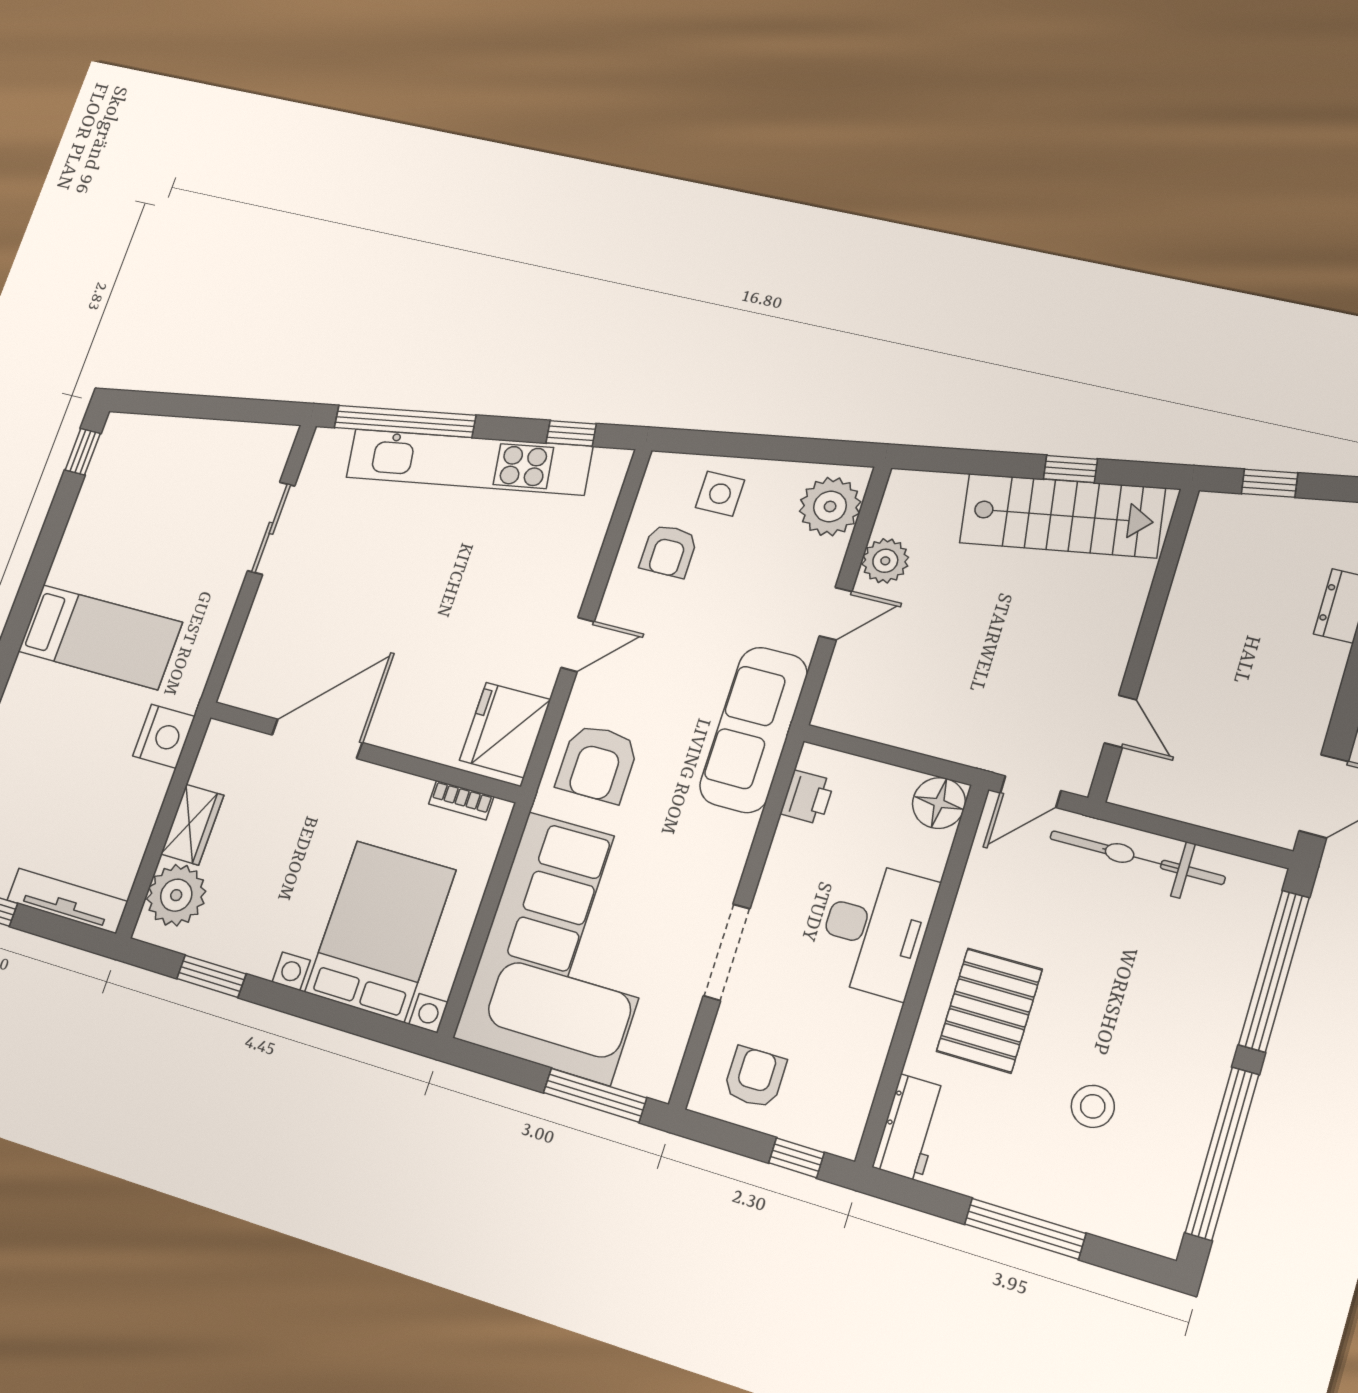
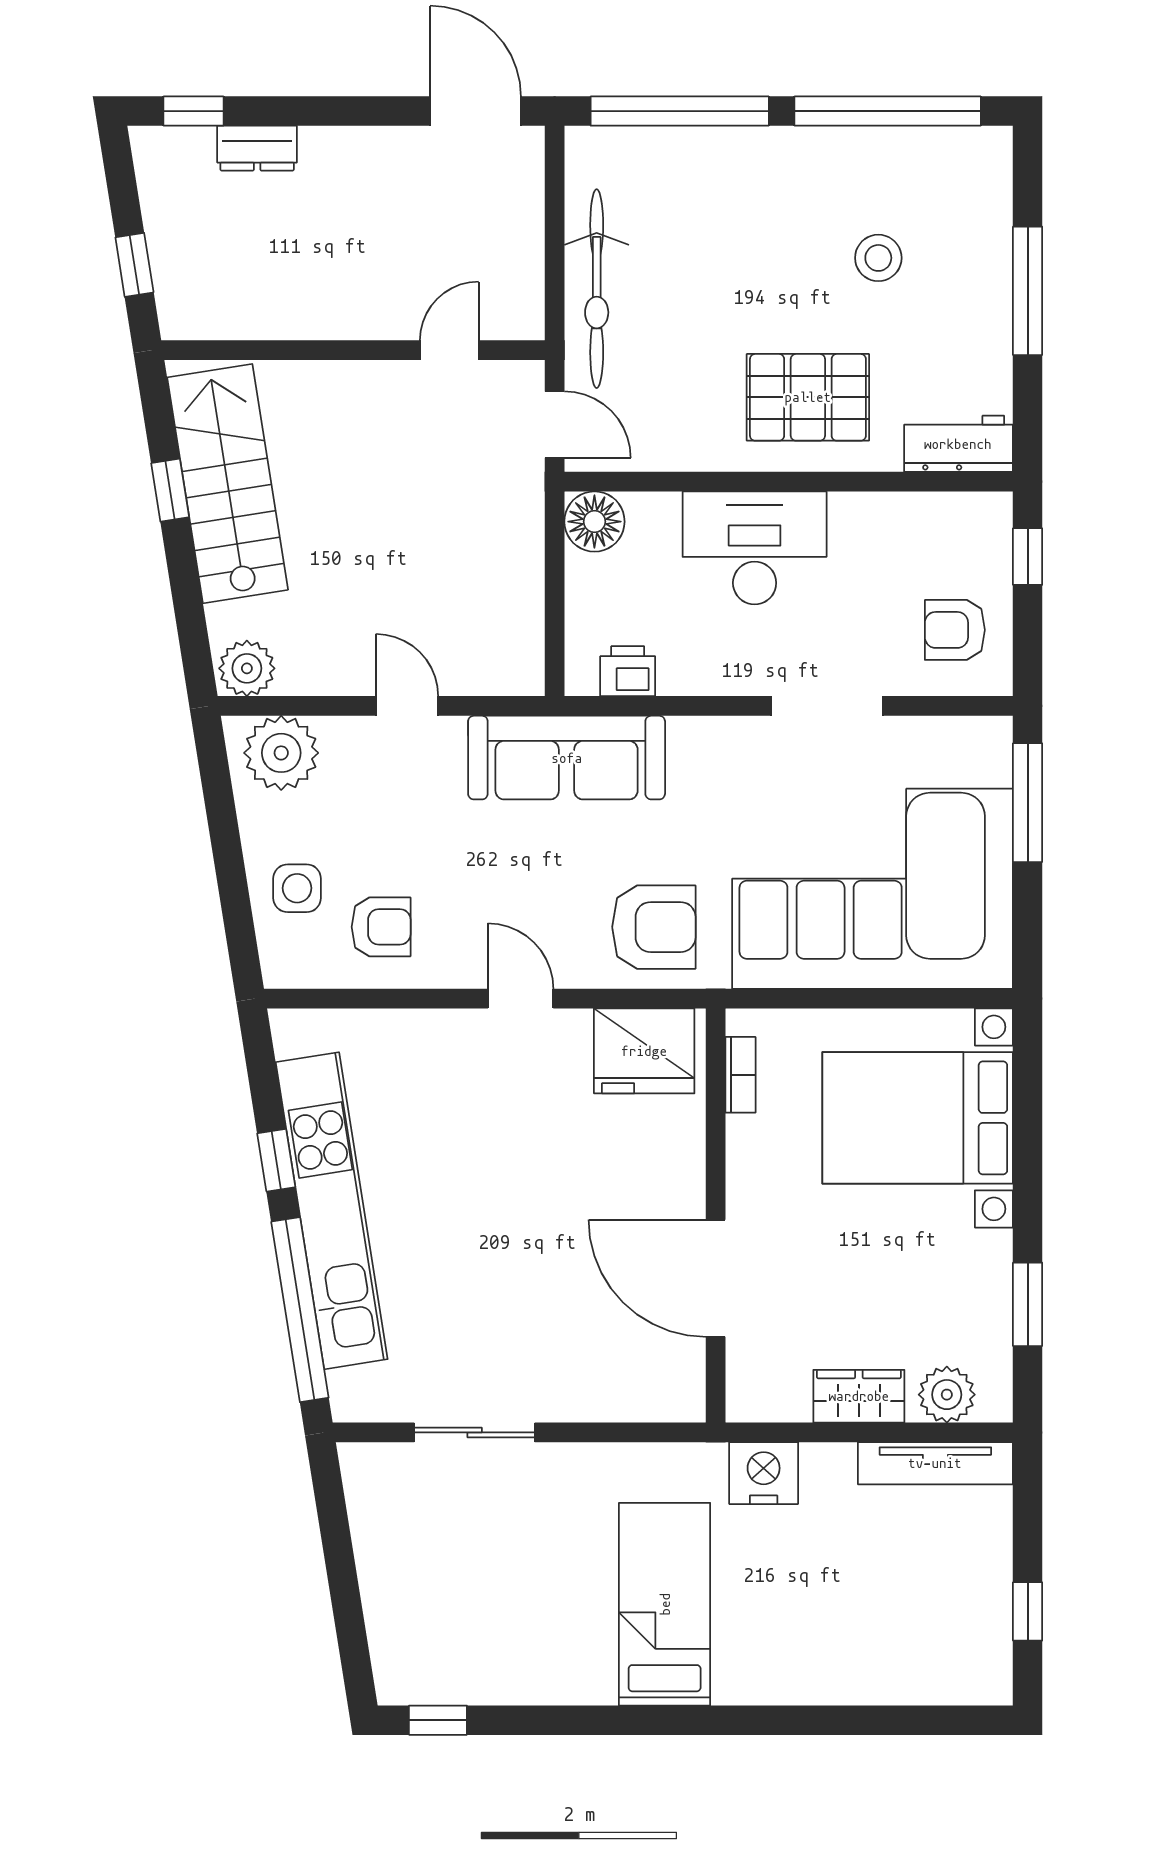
window: (571, 433) -> (276, 1160), moved
plant: (885, 561) -> (247, 668), moved
plant: (176, 895) -> (947, 1395), width x0.73, depth x0.73
tv unit: (67, 901) -> (935, 1463), moved, turned -90

